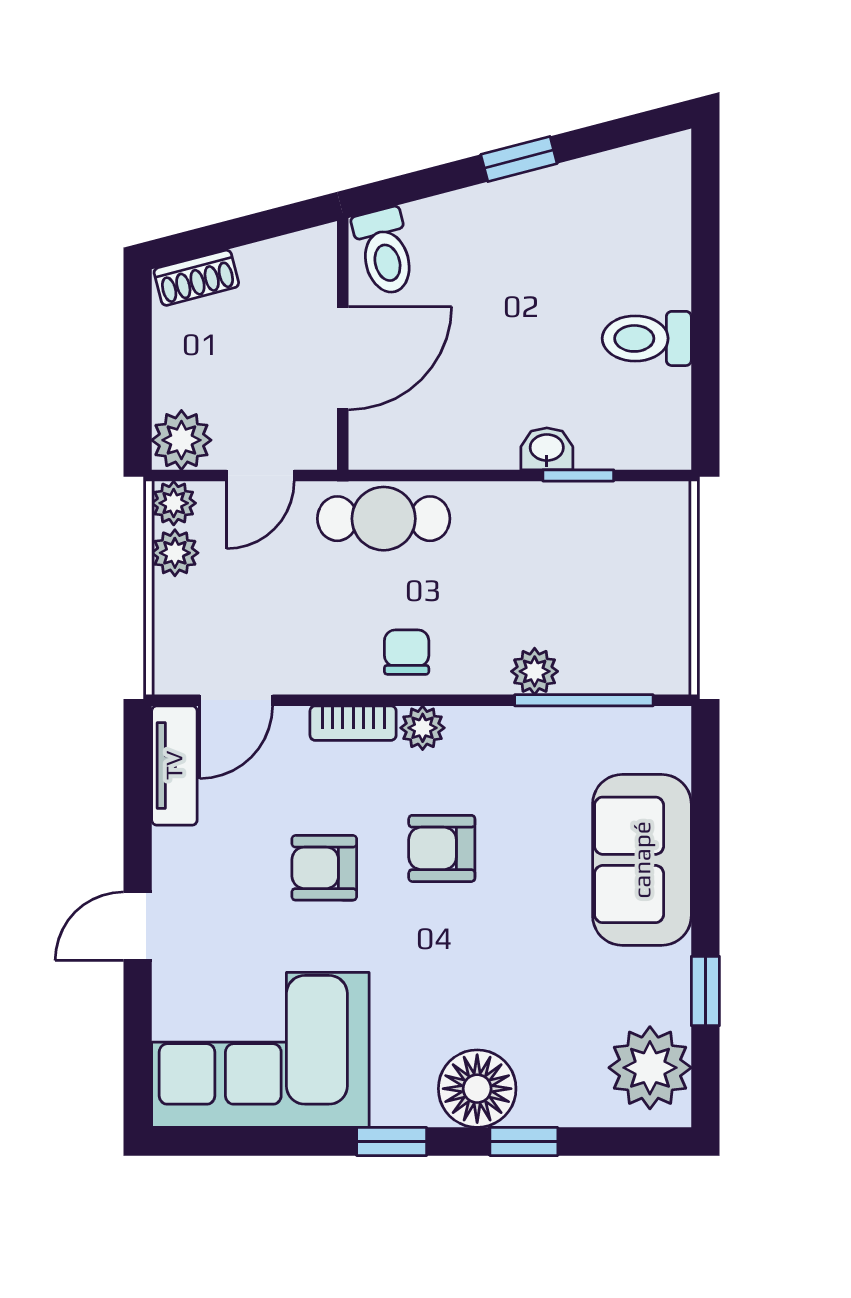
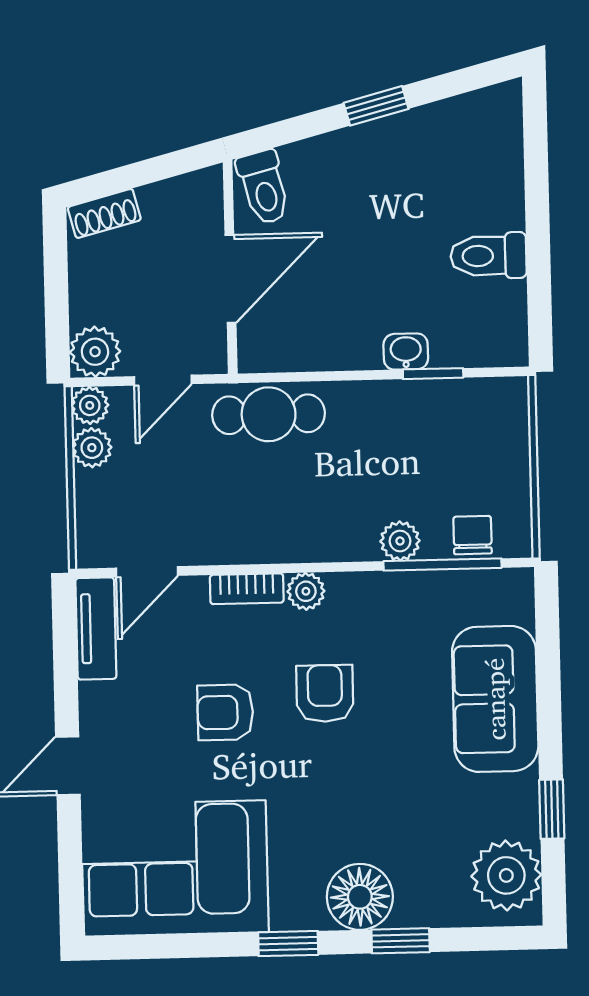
chair: (407, 652) -> (473, 535), moved
armchair: (442, 848) -> (325, 693), turned 90

